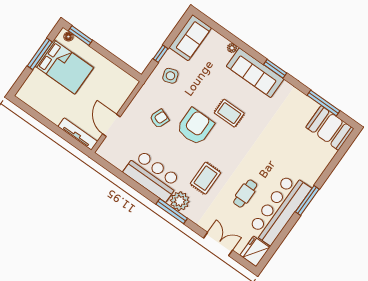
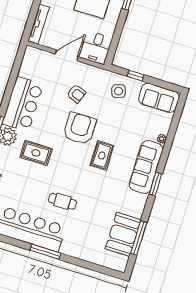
desk: (120, 84) -> (96, 48), added
door: (111, 125) -> (67, 55), moved
armchair: (195, 127) -> (80, 129), turned -90
booth: (330, 128) -> (123, 234), moved
cafe table: (245, 194) -> (62, 201), moved

